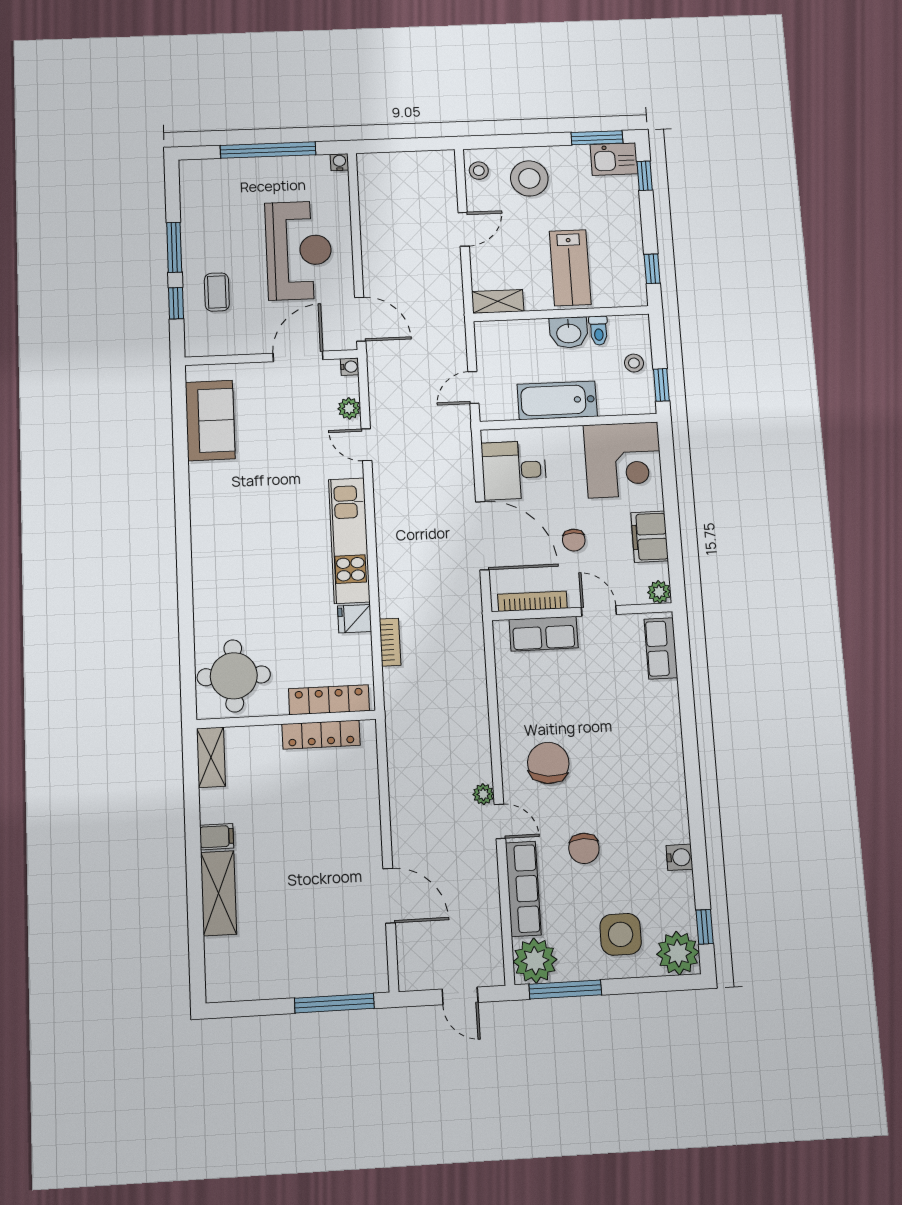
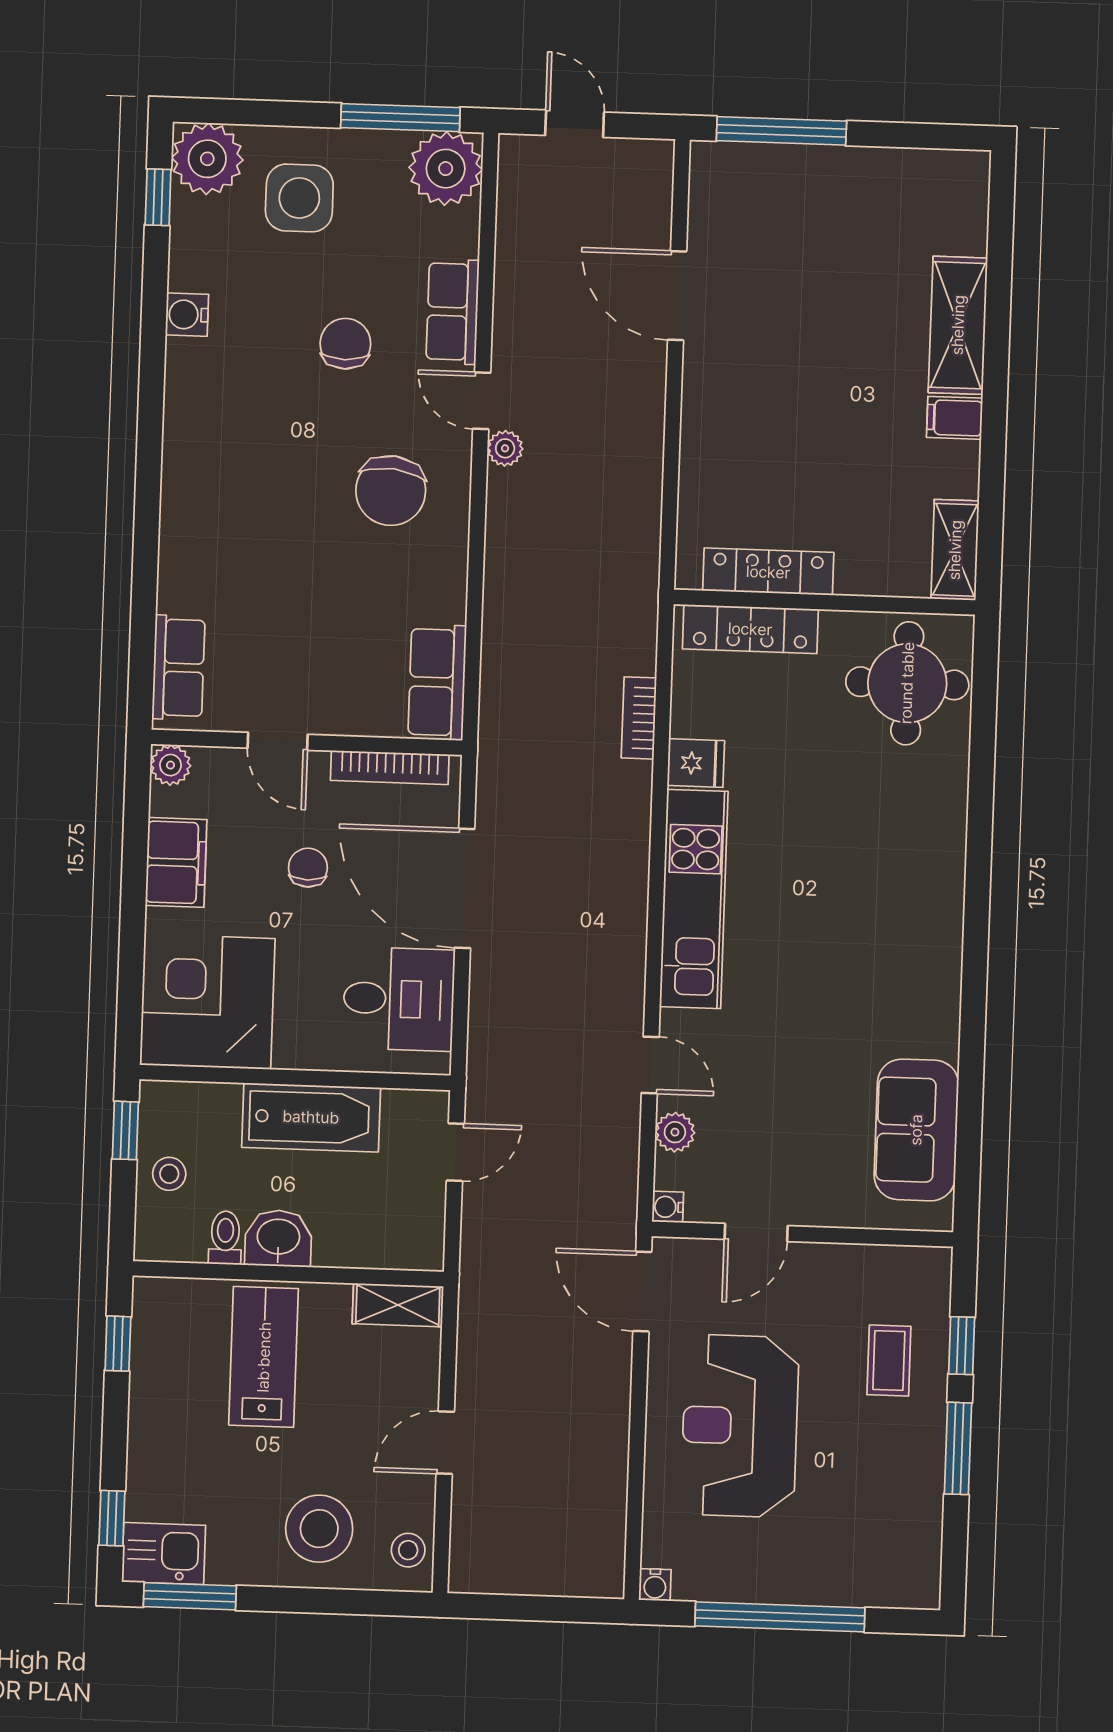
door: (298, 356) -> (756, 1233), width x0.73
row of seats: (544, 634) -> (437, 682), moved, turned -90
row of seats: (523, 889) -> (453, 312), width x0.68

